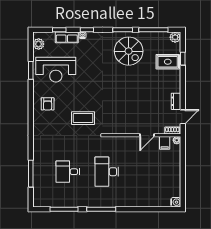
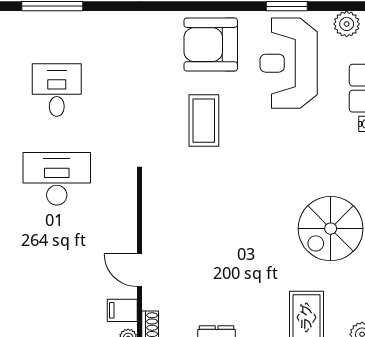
armchair: (48, 104) -> (211, 45), width x1.88, depth x1.88
coffee table: (83, 118) -> (204, 121), moved

